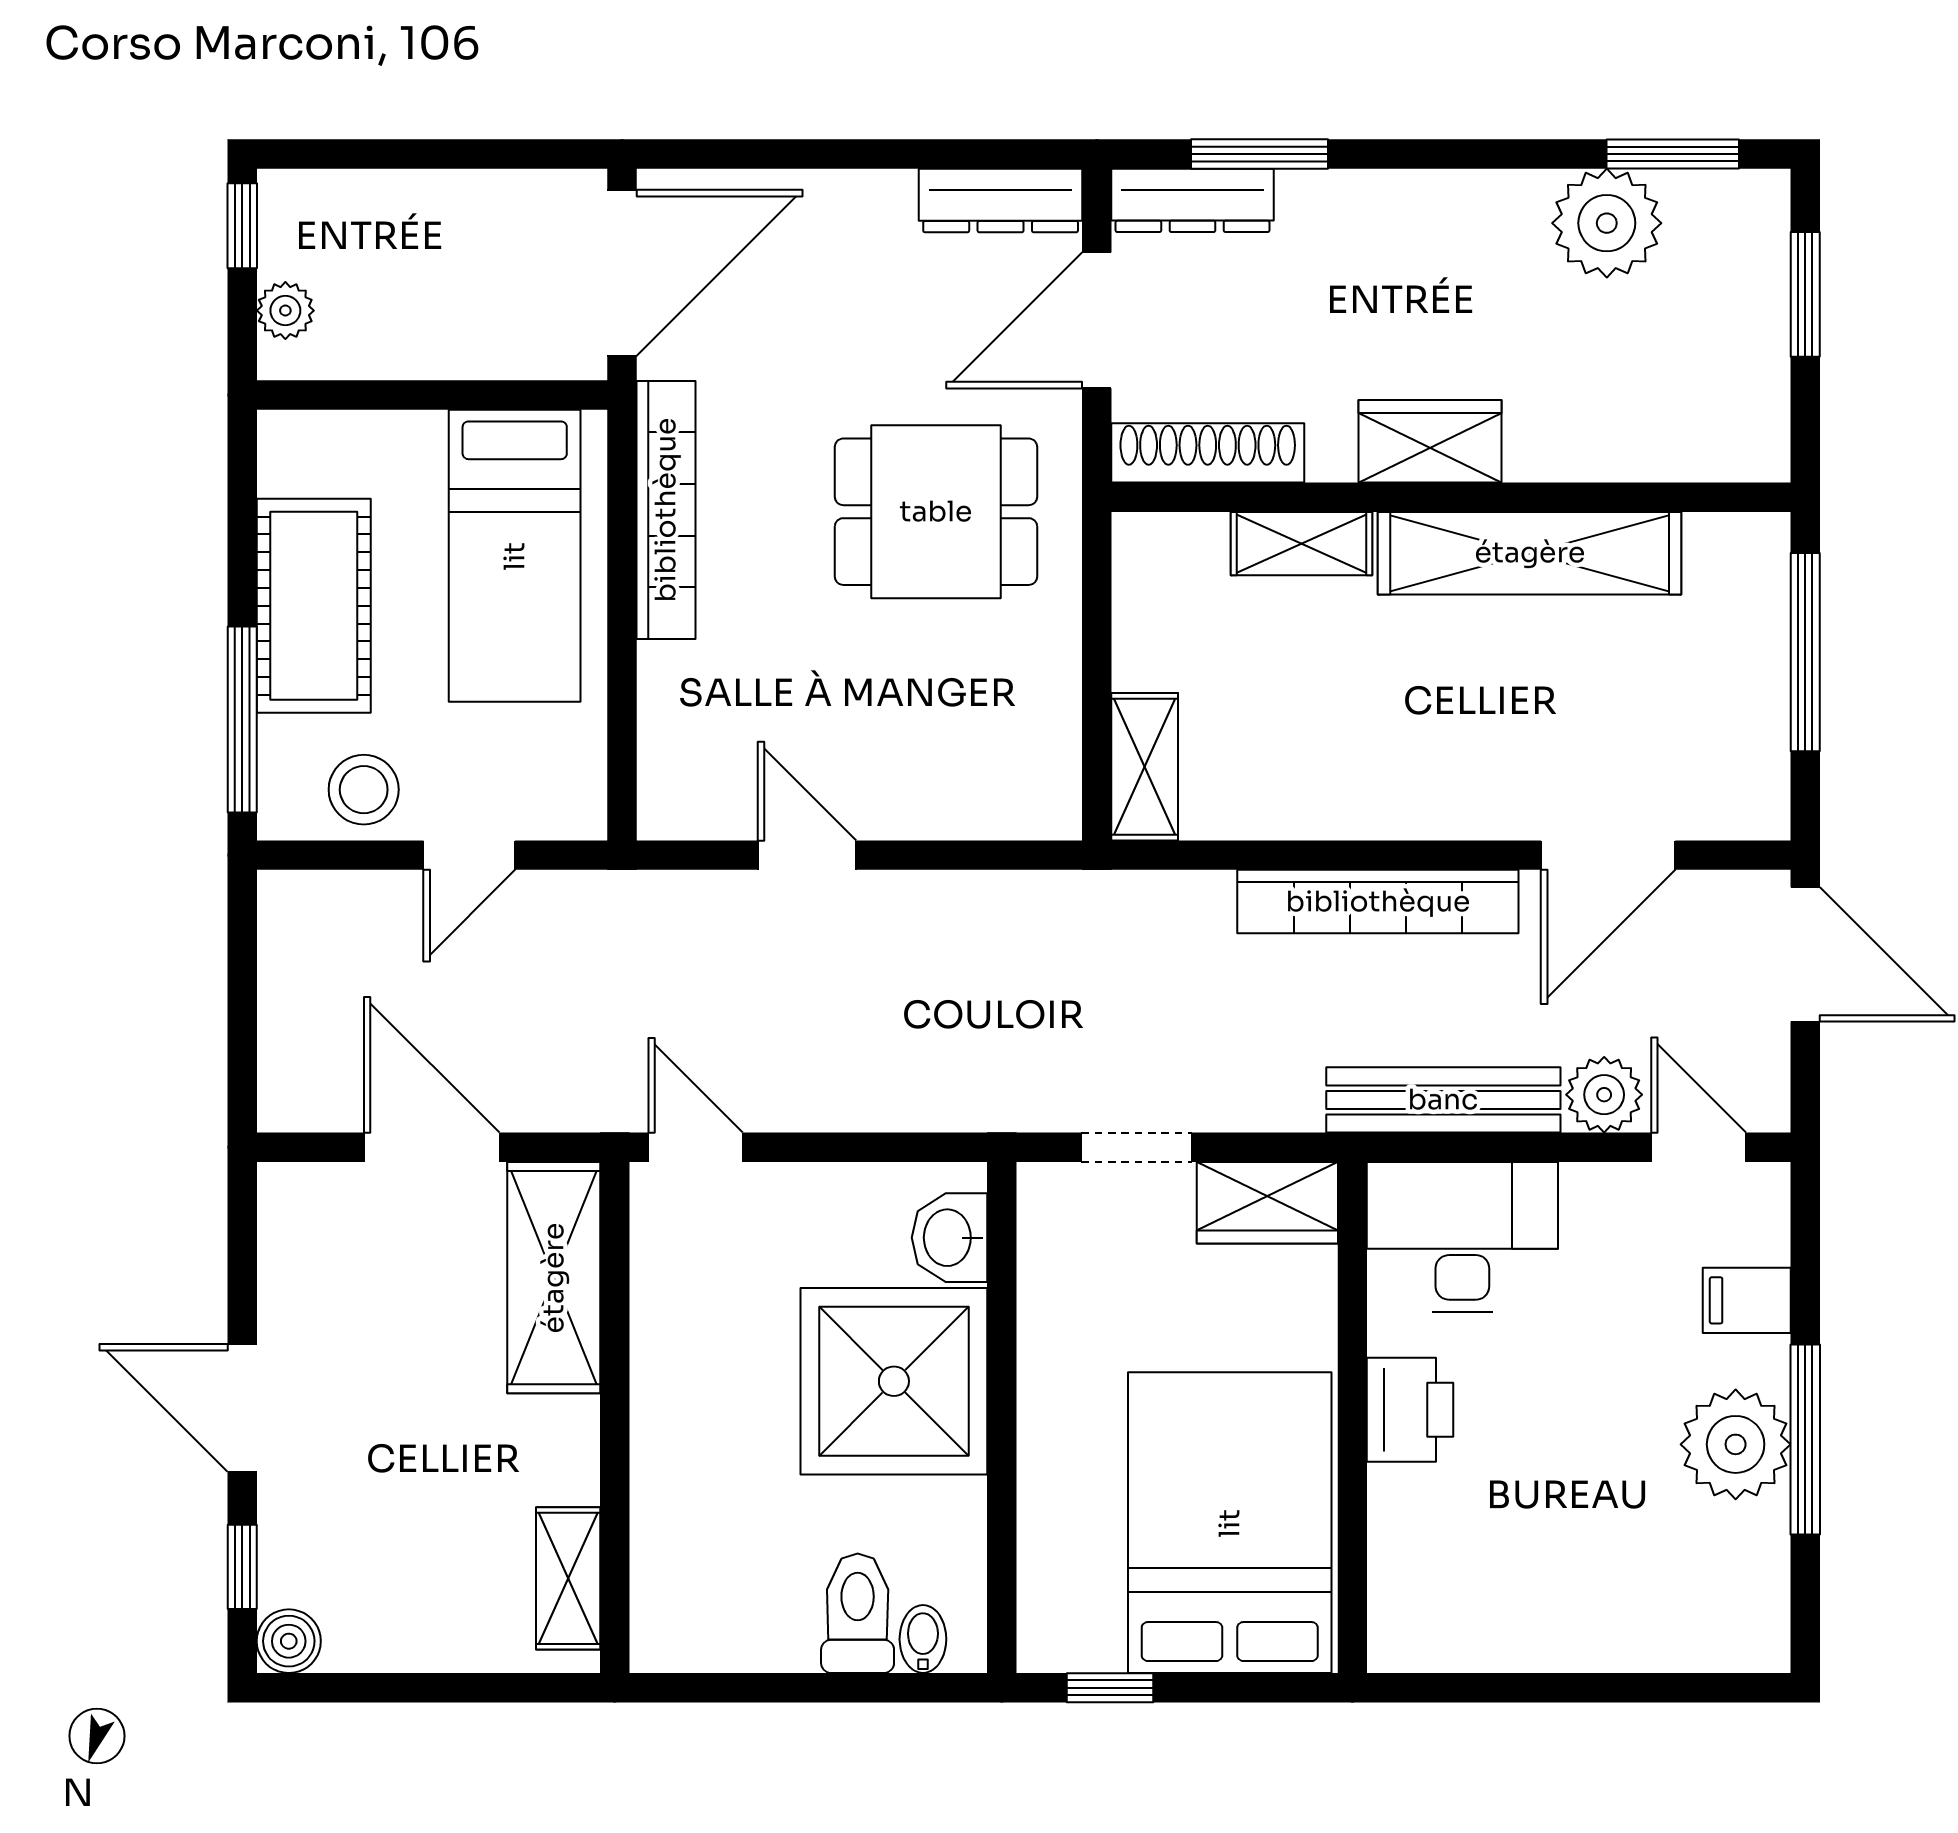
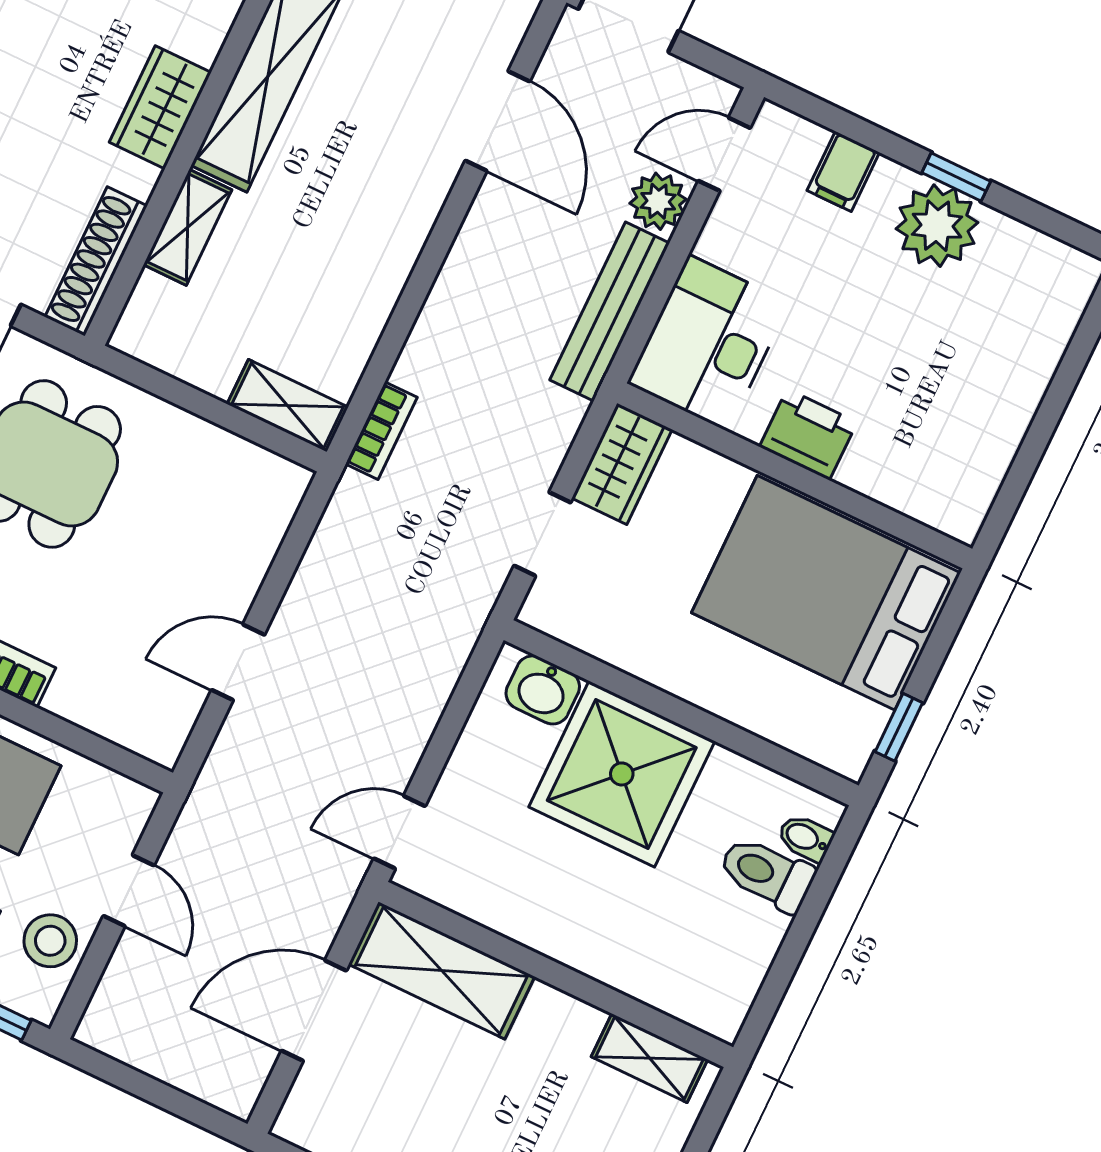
bookcase: (1378, 902) -> (381, 431), moved, width x0.43, depth x0.76
window: (1805, 1439) -> (956, 177), width x0.46

